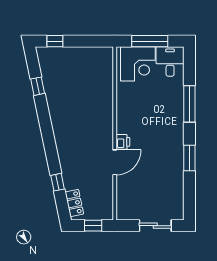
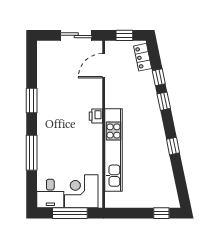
window: (38, 86) -> (173, 146), moved
kitchen unit: (105, 107) -> (113, 150), added
window: (52, 157) -> (164, 101), added
door: (115, 162) -> (104, 66), moved
sliding door: (155, 226) -> (76, 35), moved

